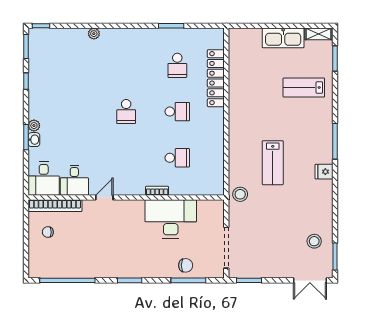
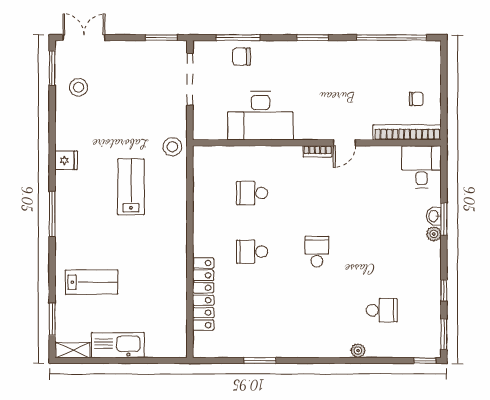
school desk: (177, 65) -> (382, 310), moved, turned 90
fridge: (324, 172) -> (66, 160), moved
desk: (74, 180) -> (383, 165), removed
bookcase: (157, 191) -> (318, 151), moved

